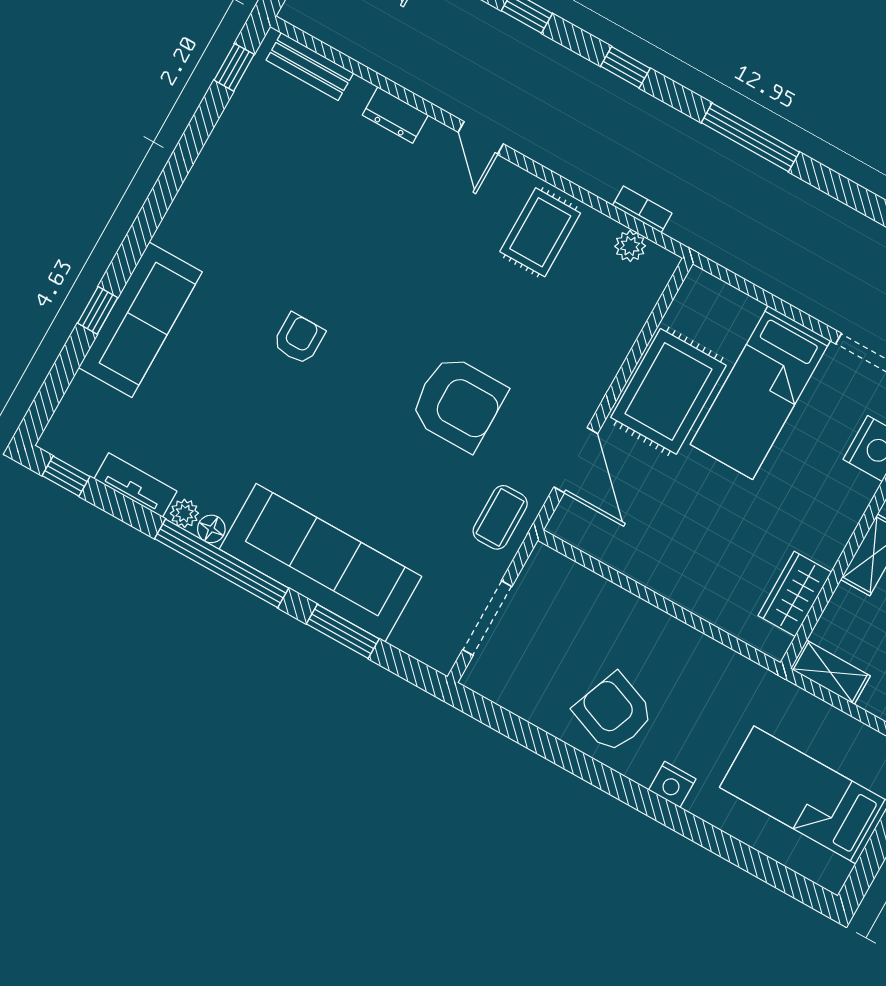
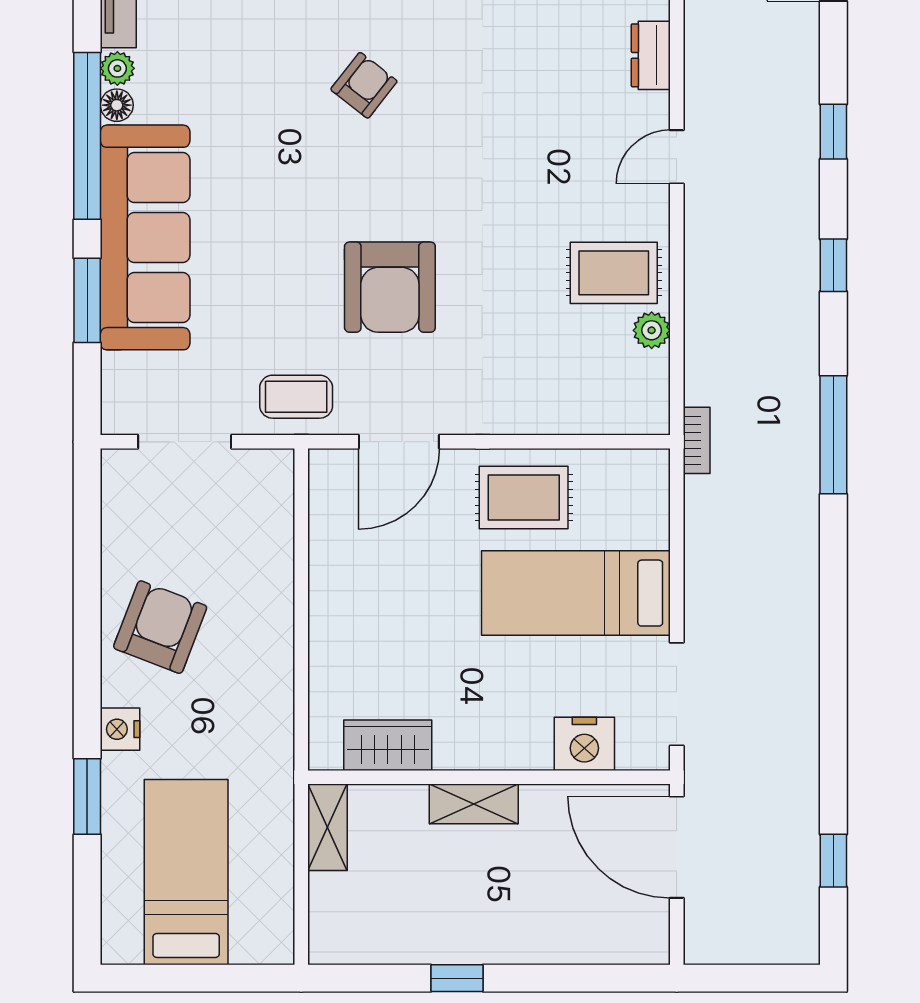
bookcase: (642, 209) -> (697, 440), moved
plant: (630, 246) -> (652, 330), moved
armchair: (299, 339) -> (364, 85), turned -52
rug: (668, 391) -> (524, 498), width x0.73, depth x0.70
window: (708, 836) -> (87, 797), added

